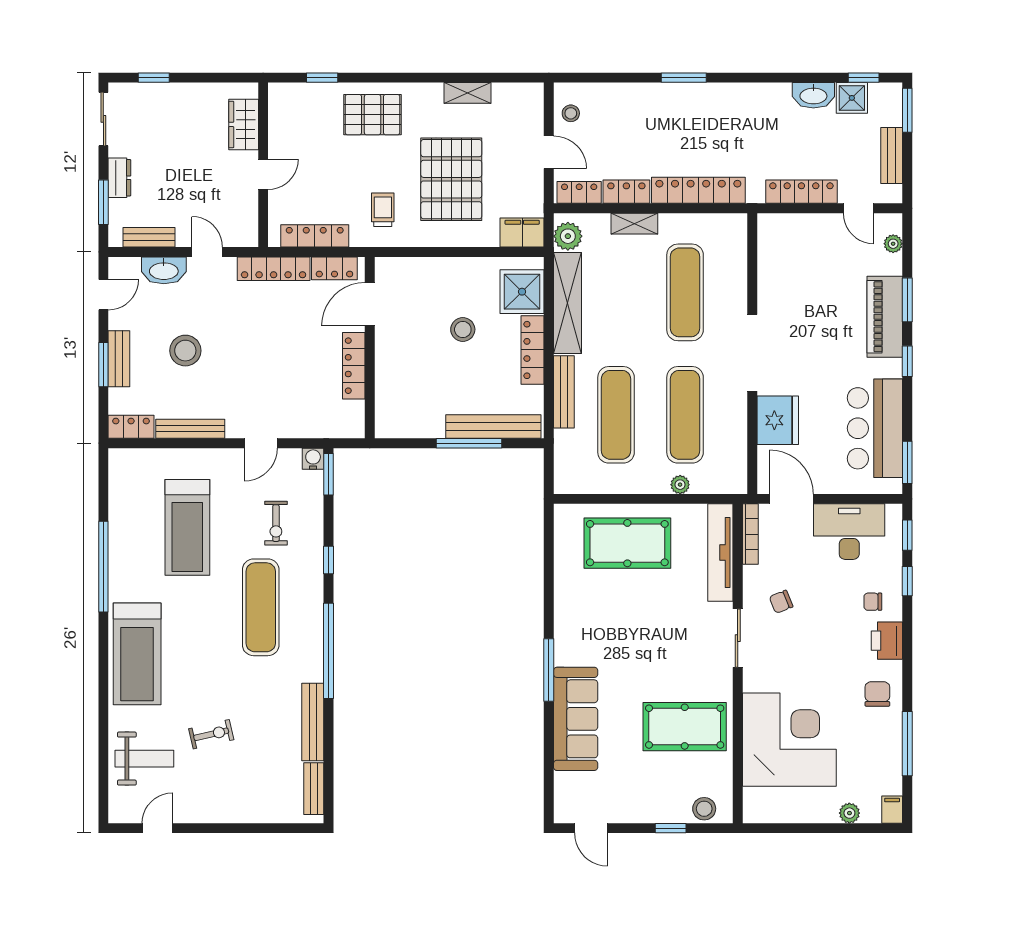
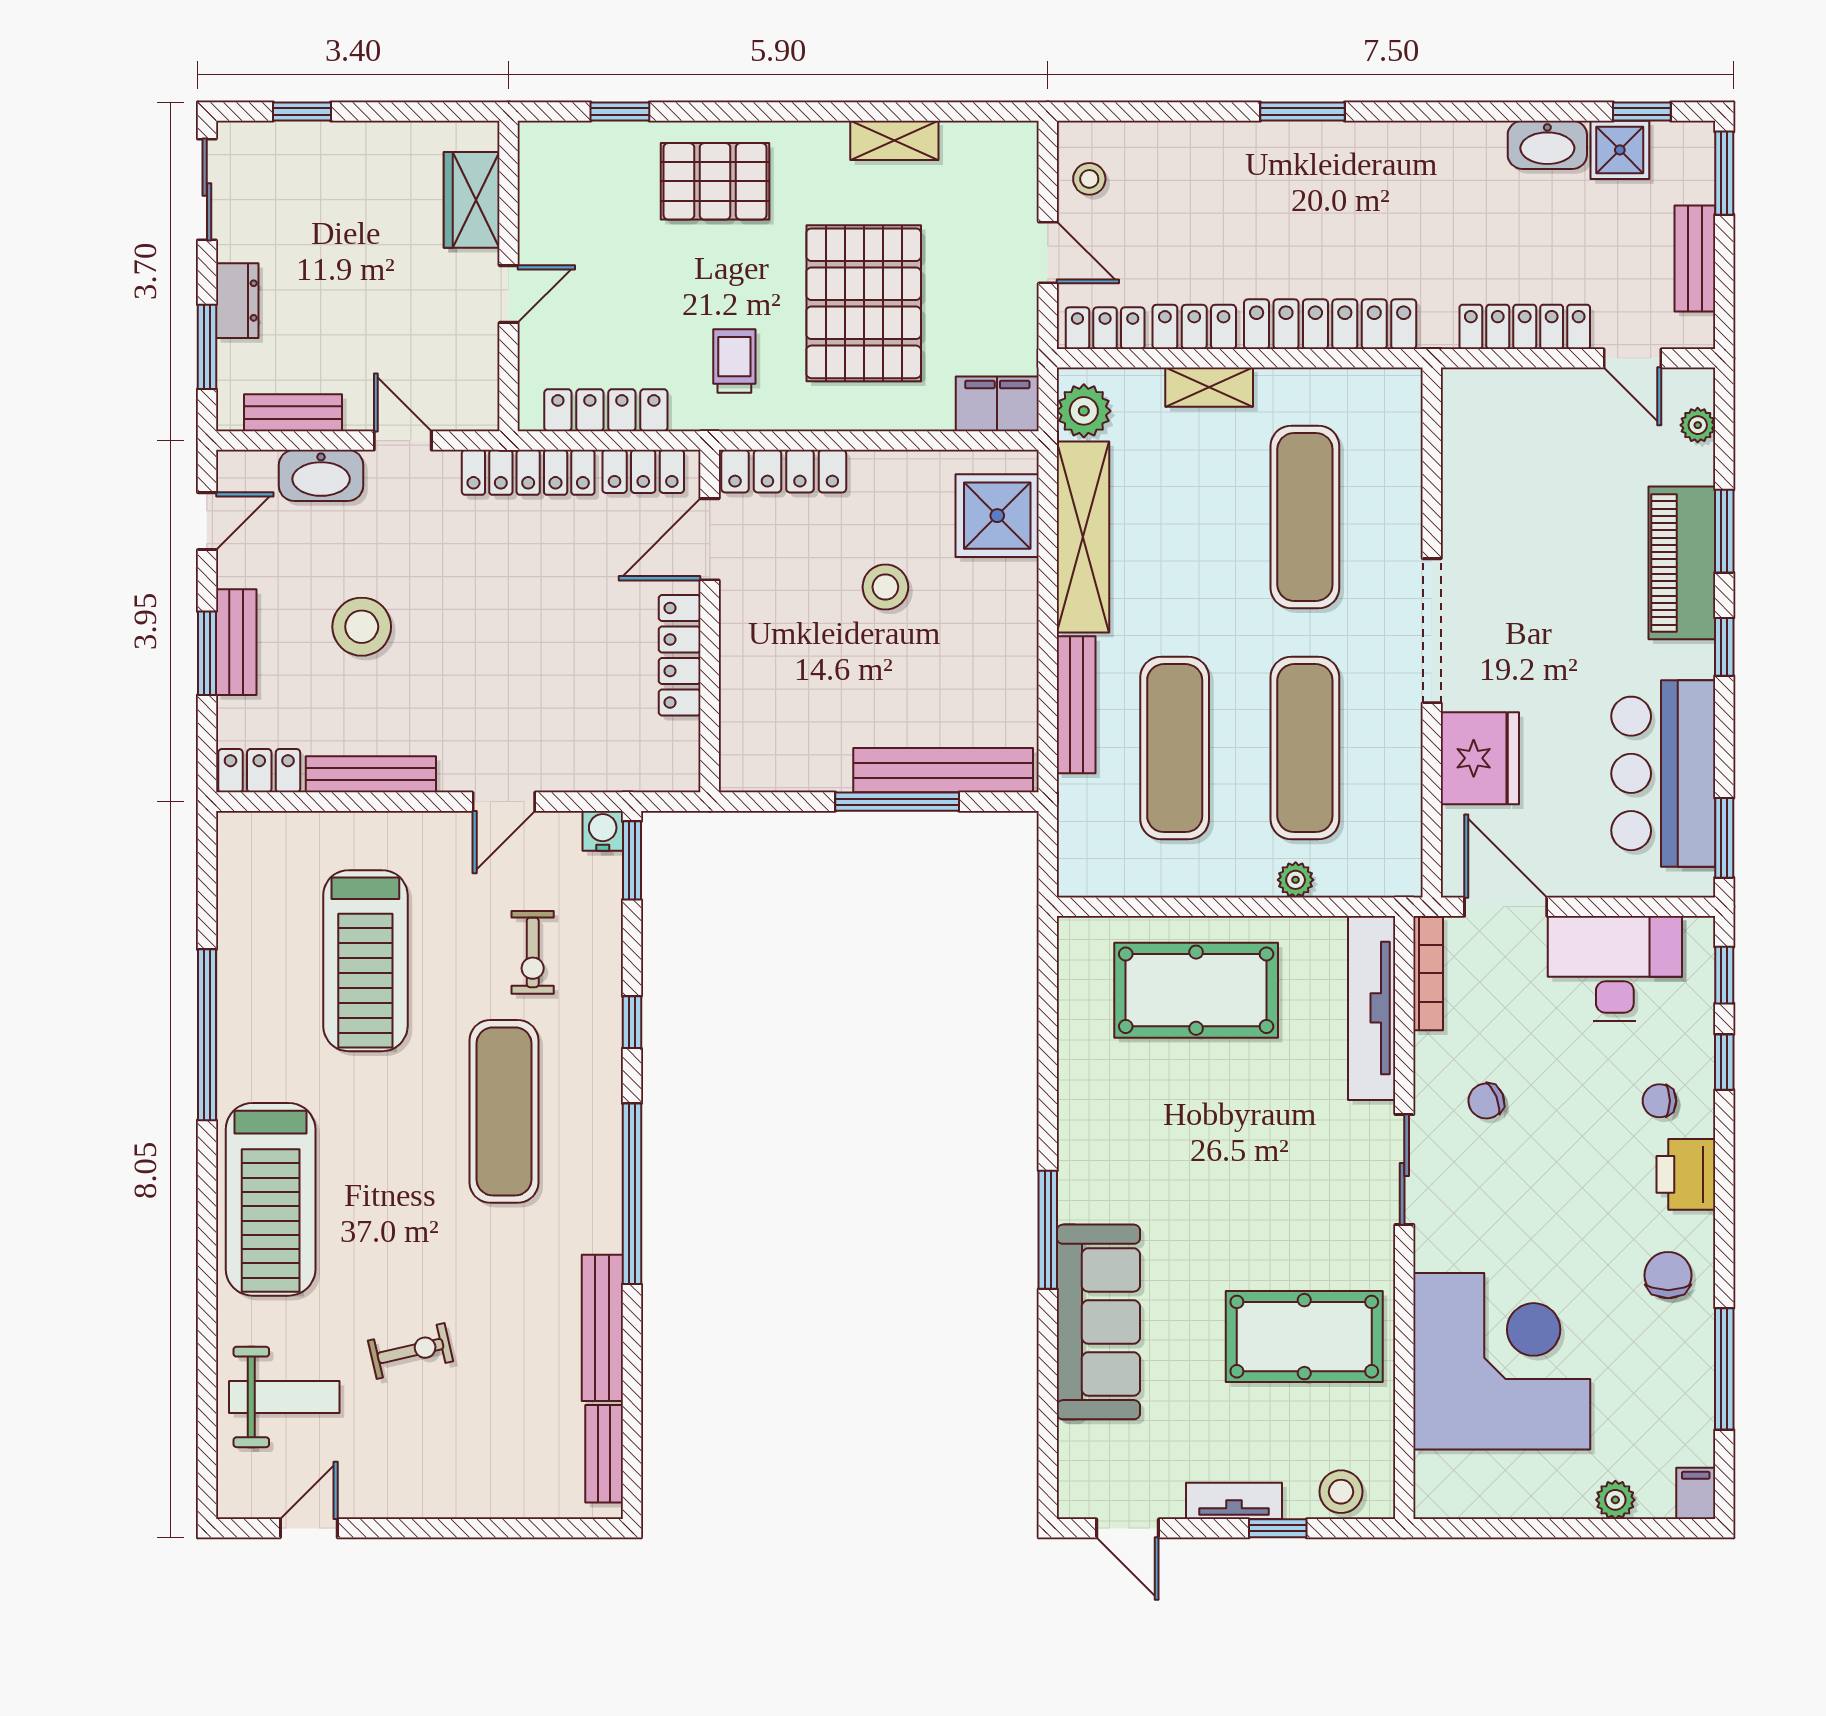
locker: (533, 350) -> (784, 471), moved, turned -90
tv unit: (647, 814) -> (1234, 1501), added

